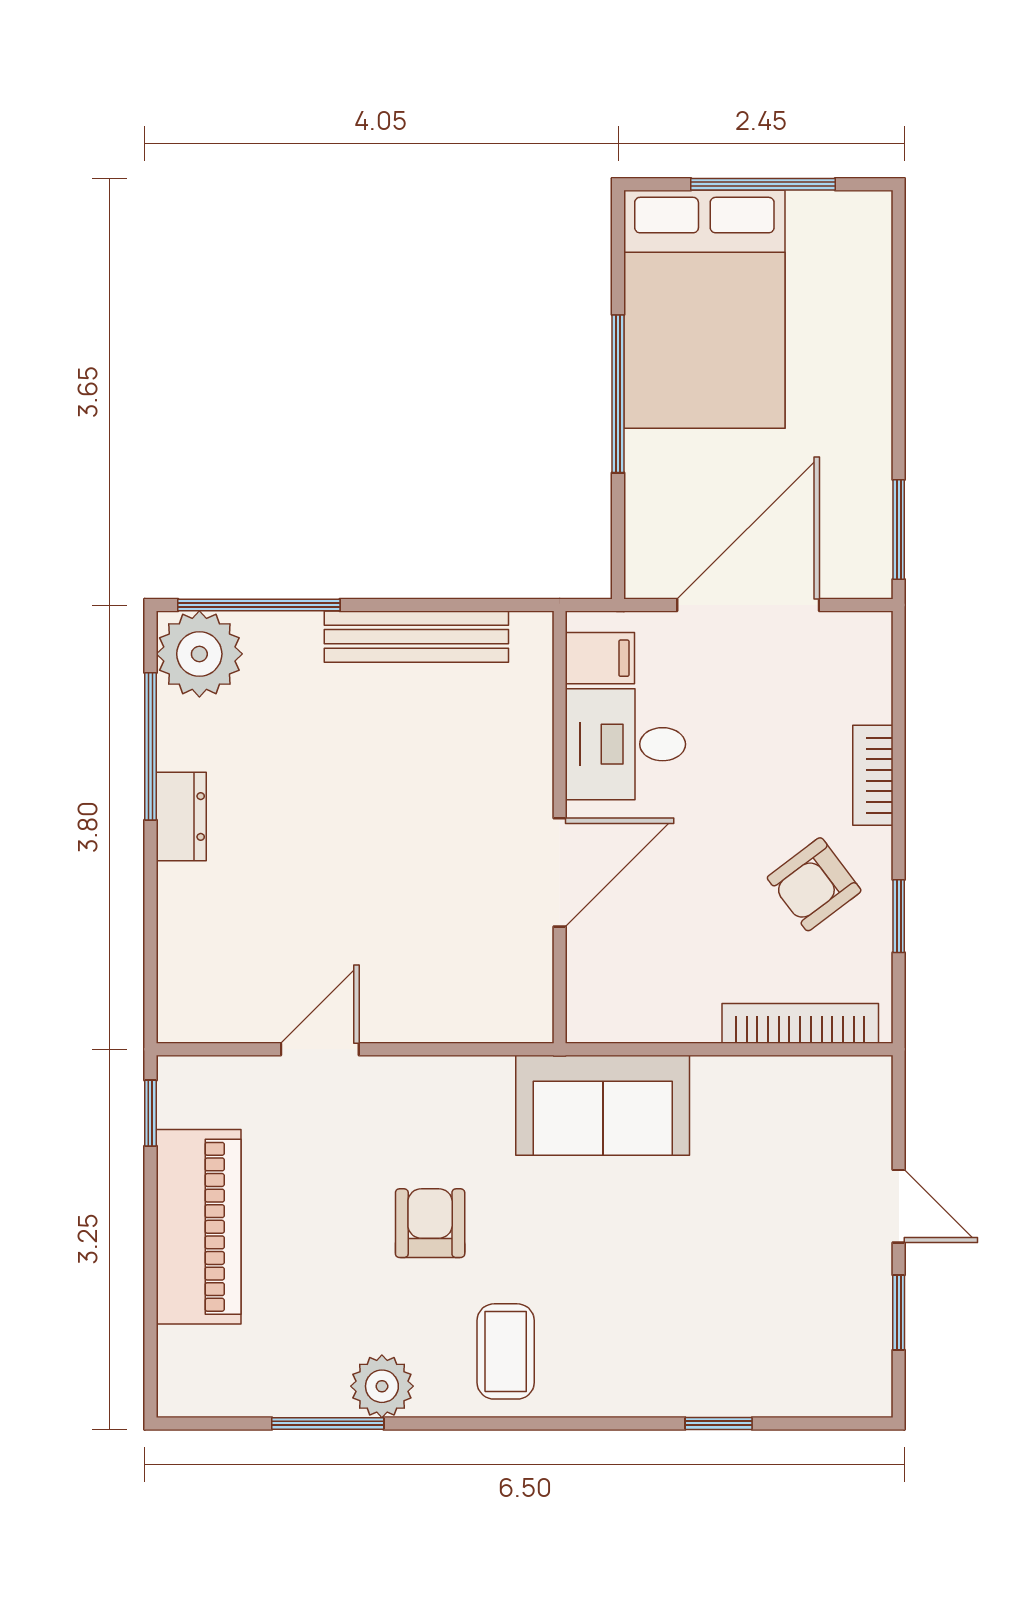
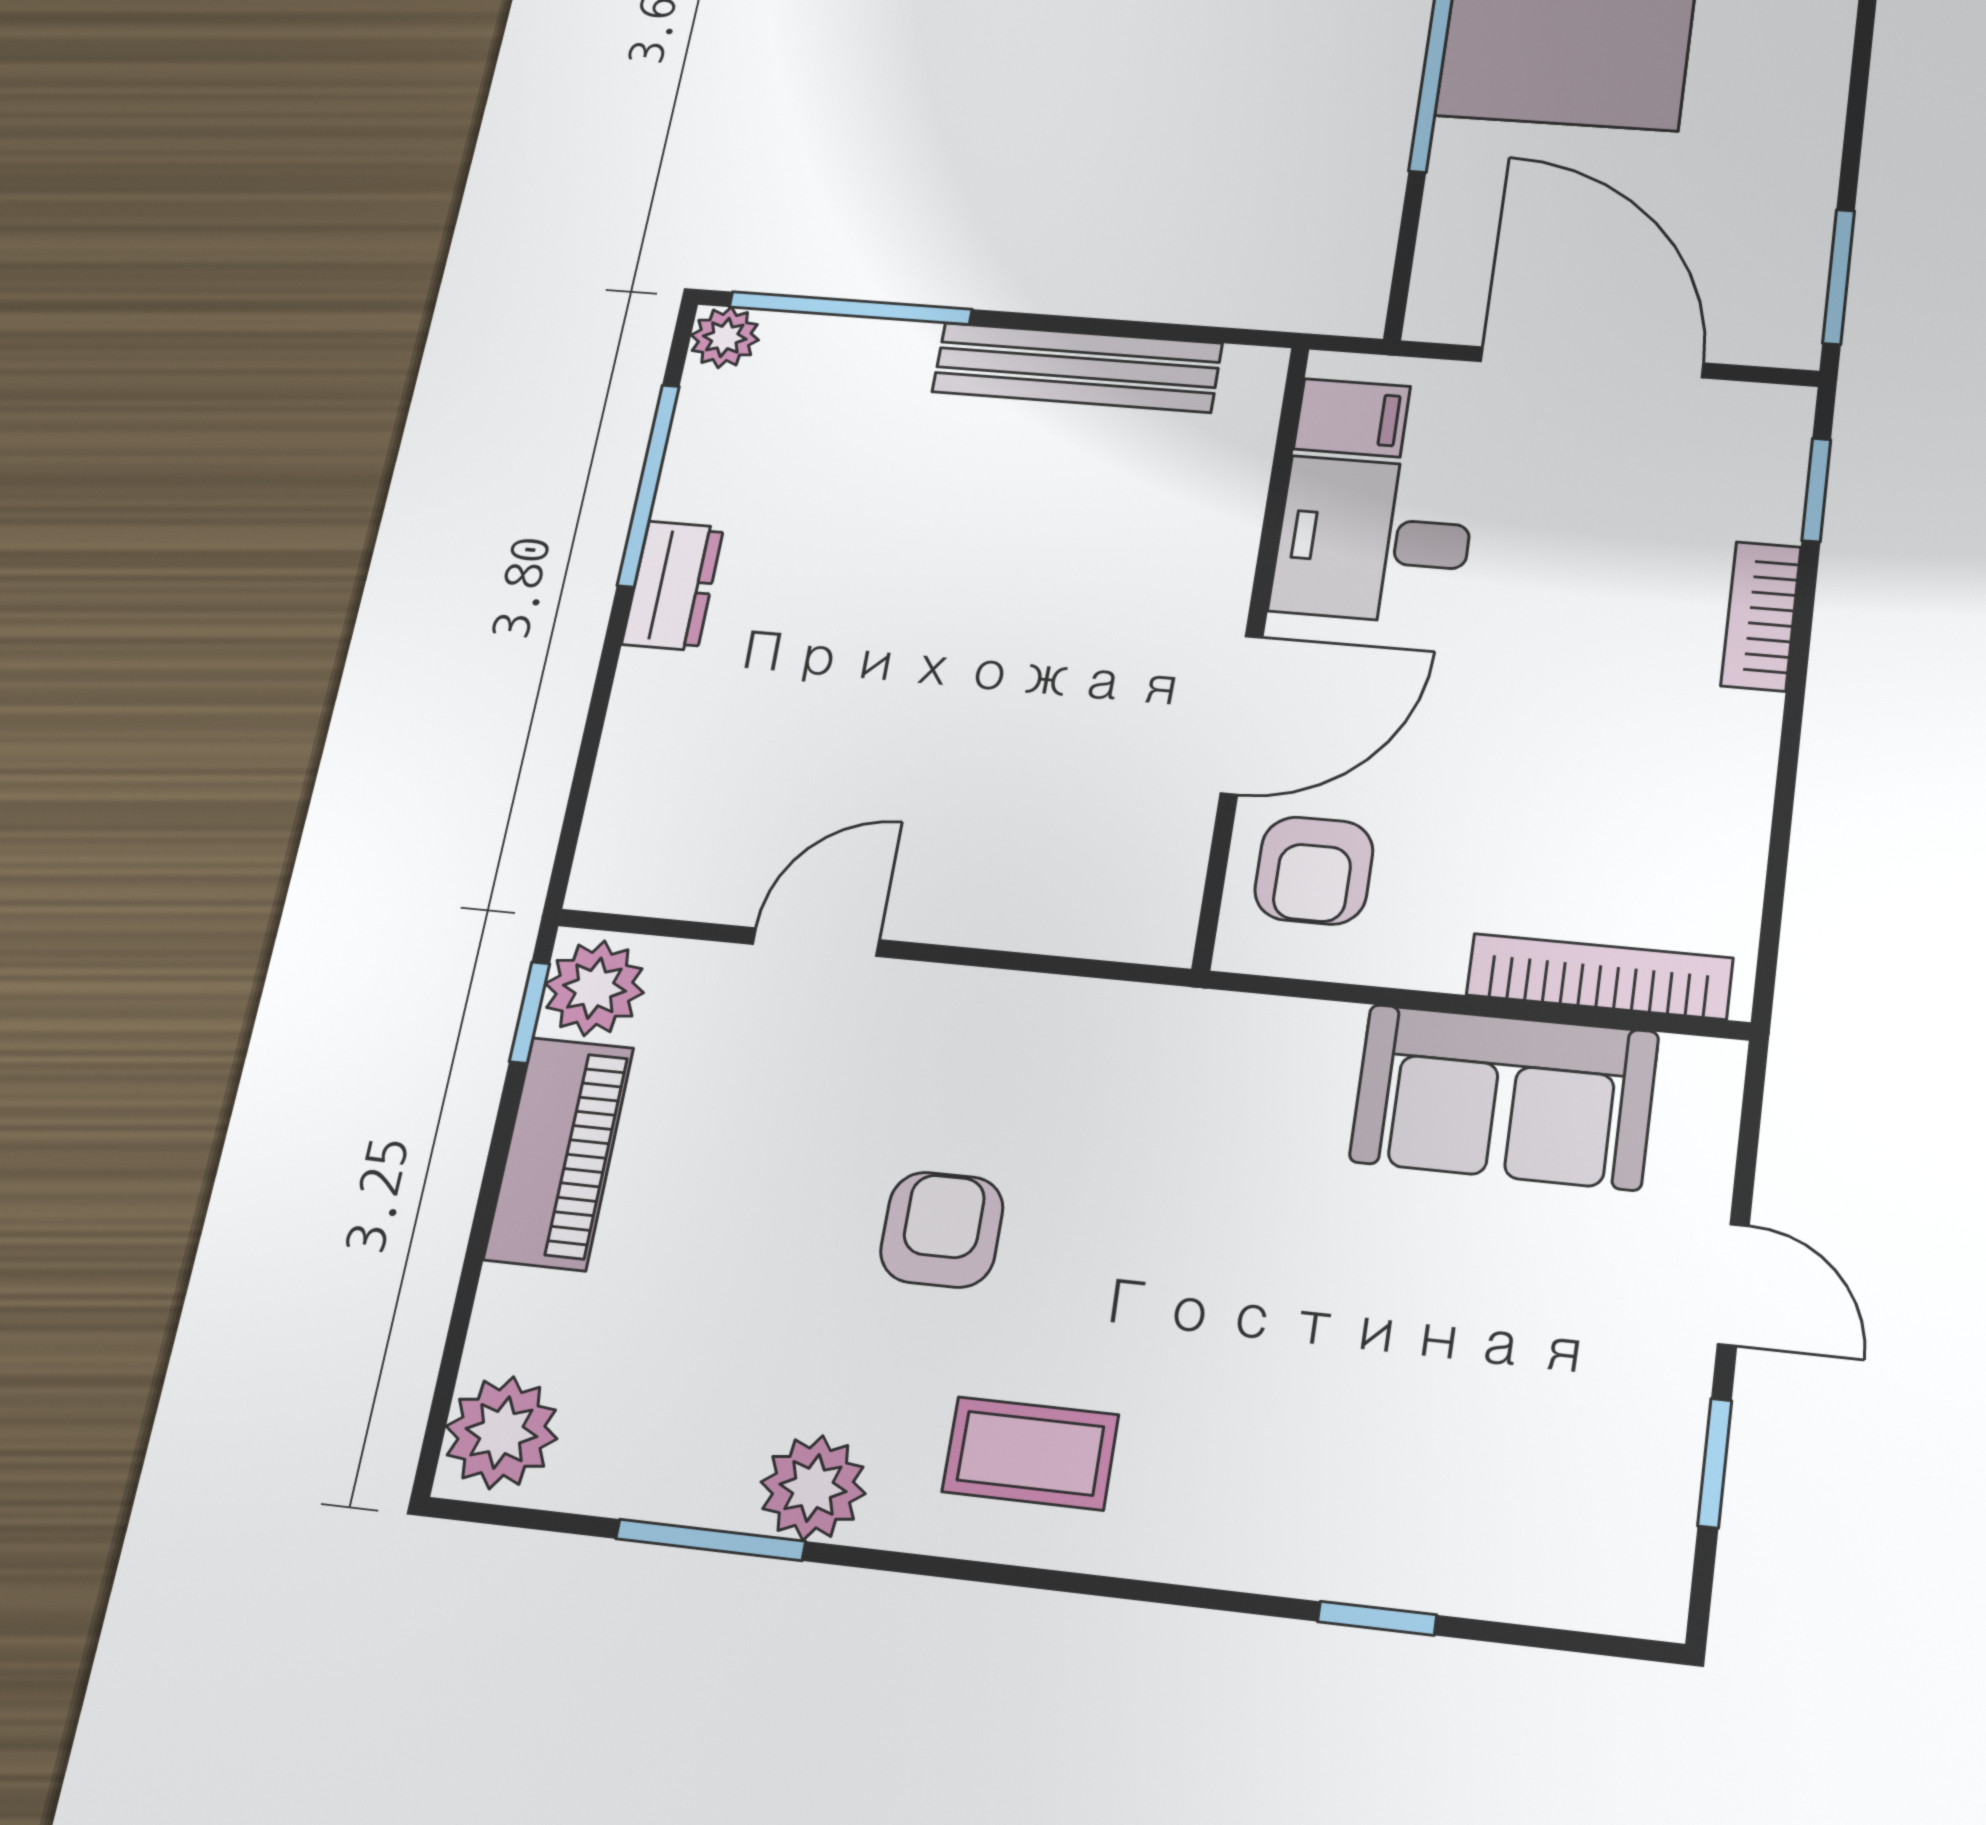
door: (748, 605) -> (1592, 362), hinge flipped
plant: (199, 654) -> (725, 337), width x0.53, depth x0.53
armchair: (814, 884) -> (1314, 871), moved, turned -53
window: (899, 916) -> (1816, 490), moved
plant: (188, 1093) -> (594, 988), added
sofa: (603, 1105) -> (1504, 1097), moved
piano: (199, 1227) -> (559, 1153), width x0.73, depth x0.75
coffee table: (506, 1351) -> (1030, 1453), turned 90
plant: (190, 1375) -> (501, 1433), added

